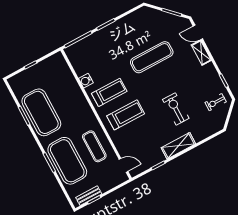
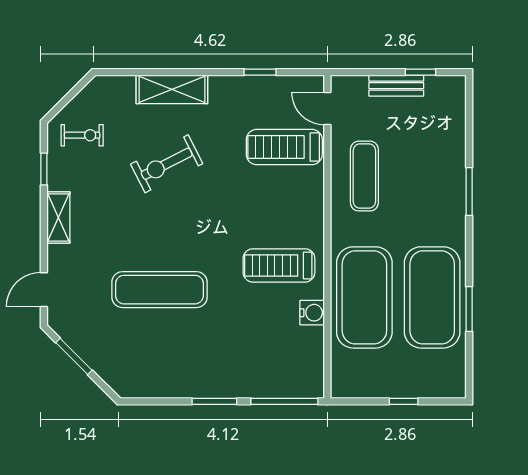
door: (198, 32) -> (44, 290), swing flipped
shelving: (201, 53) -> (58, 217), moved
exercise bike: (176, 109) -> (167, 164), turned 63
treadmill: (126, 115) -> (284, 147), moved
shelving: (178, 146) -> (172, 89), moved
exercise mat: (67, 161) -> (364, 297), moved
bench: (89, 196) -> (396, 86), moved

